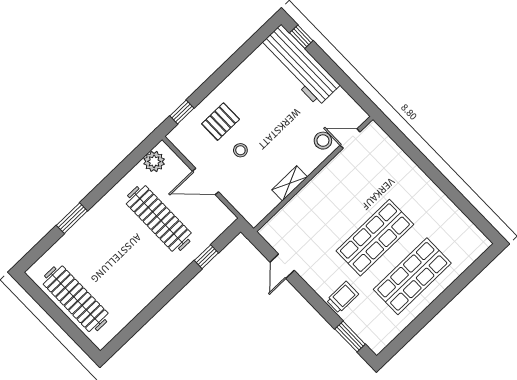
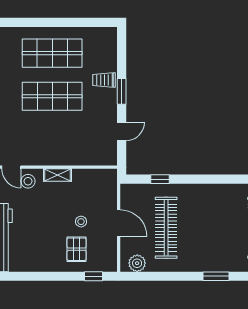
pallet: (221, 122) -> (77, 249), turned 90
shelving: (290, 183) -> (58, 175), moved
window: (350, 337) -> (122, 91), moved

